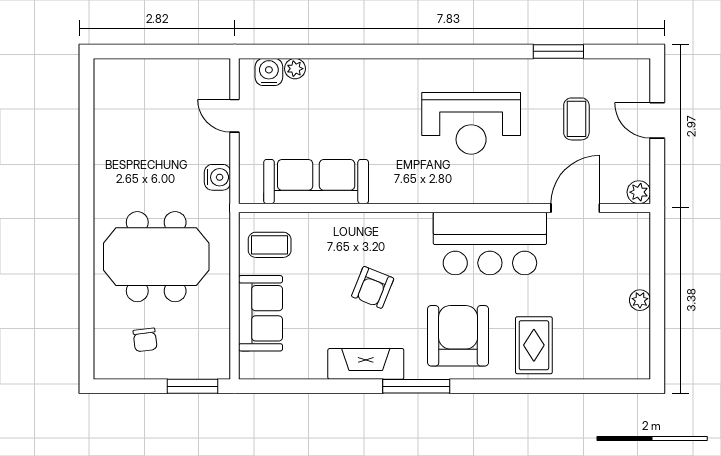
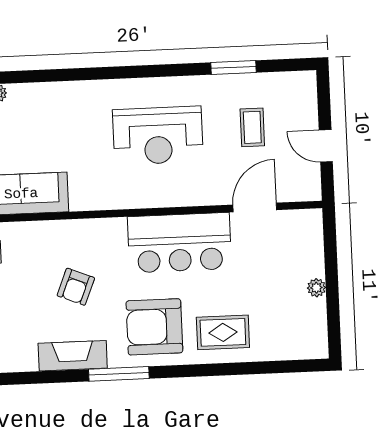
door: (657, 120) -> (326, 146), moved
plant: (639, 192) -> (311, 191), removed
armchair: (458, 336) -> (154, 327), turned -90
rug: (534, 345) -> (223, 332), turned 90

